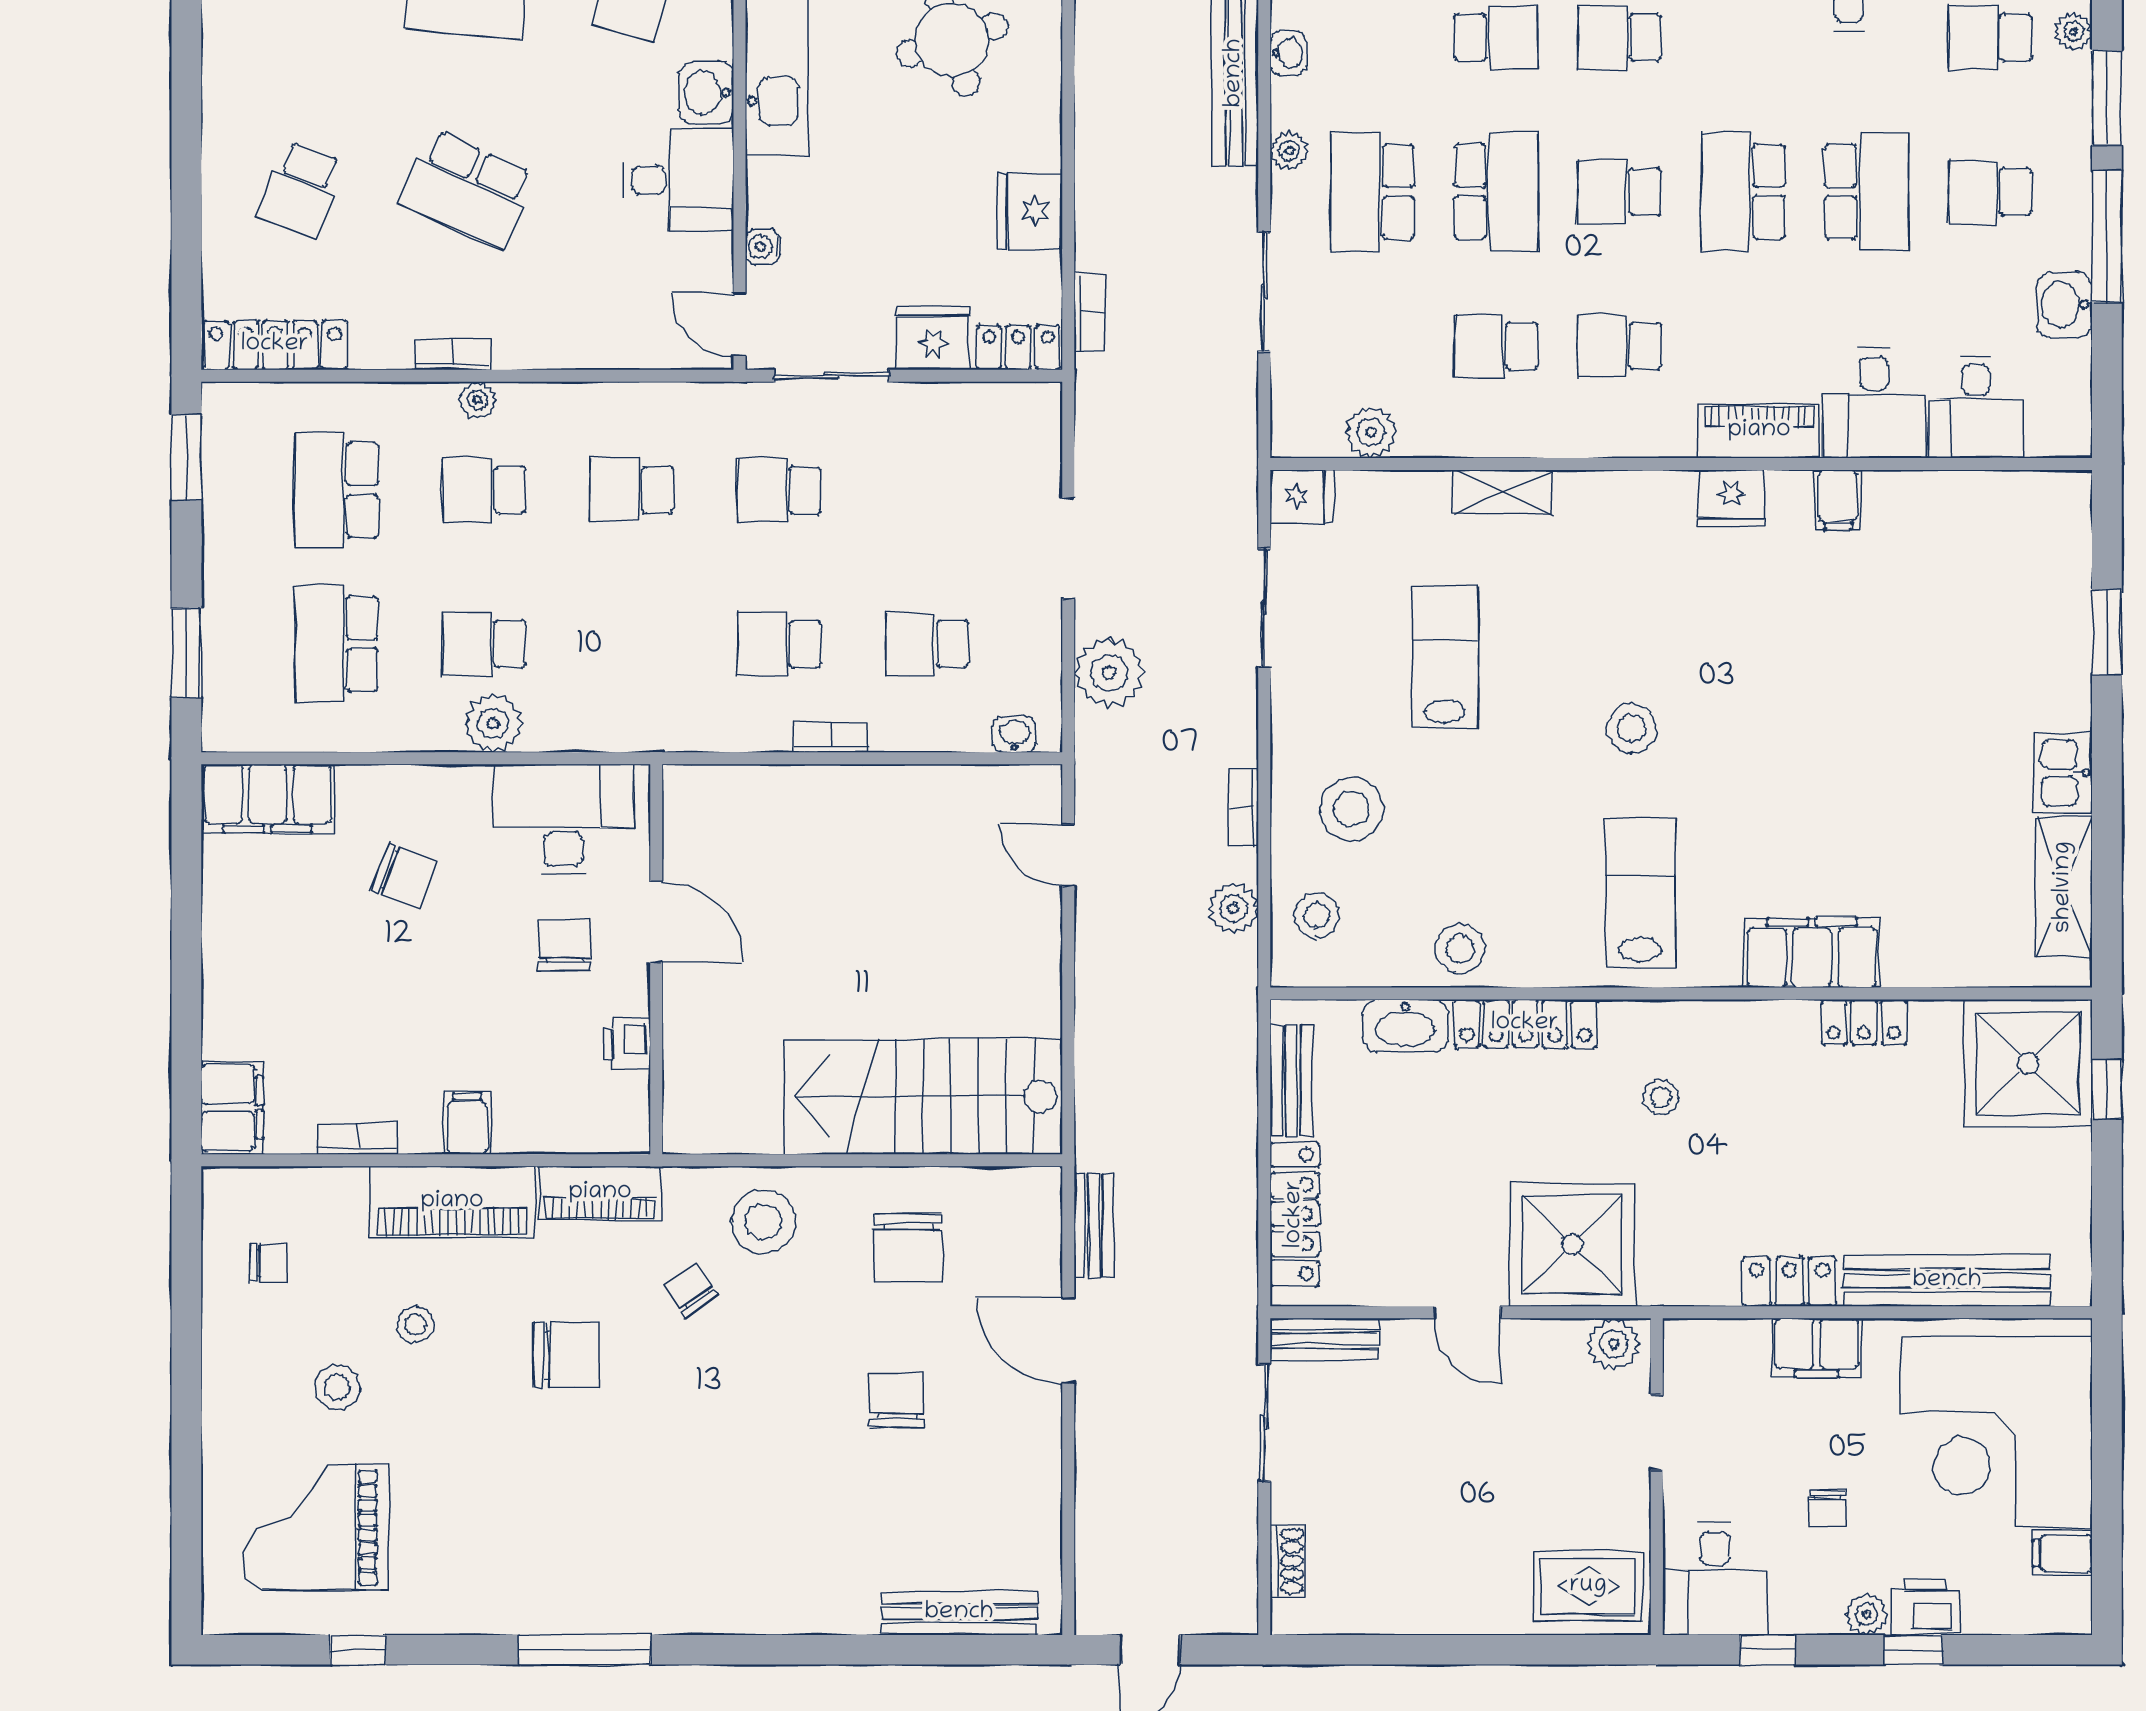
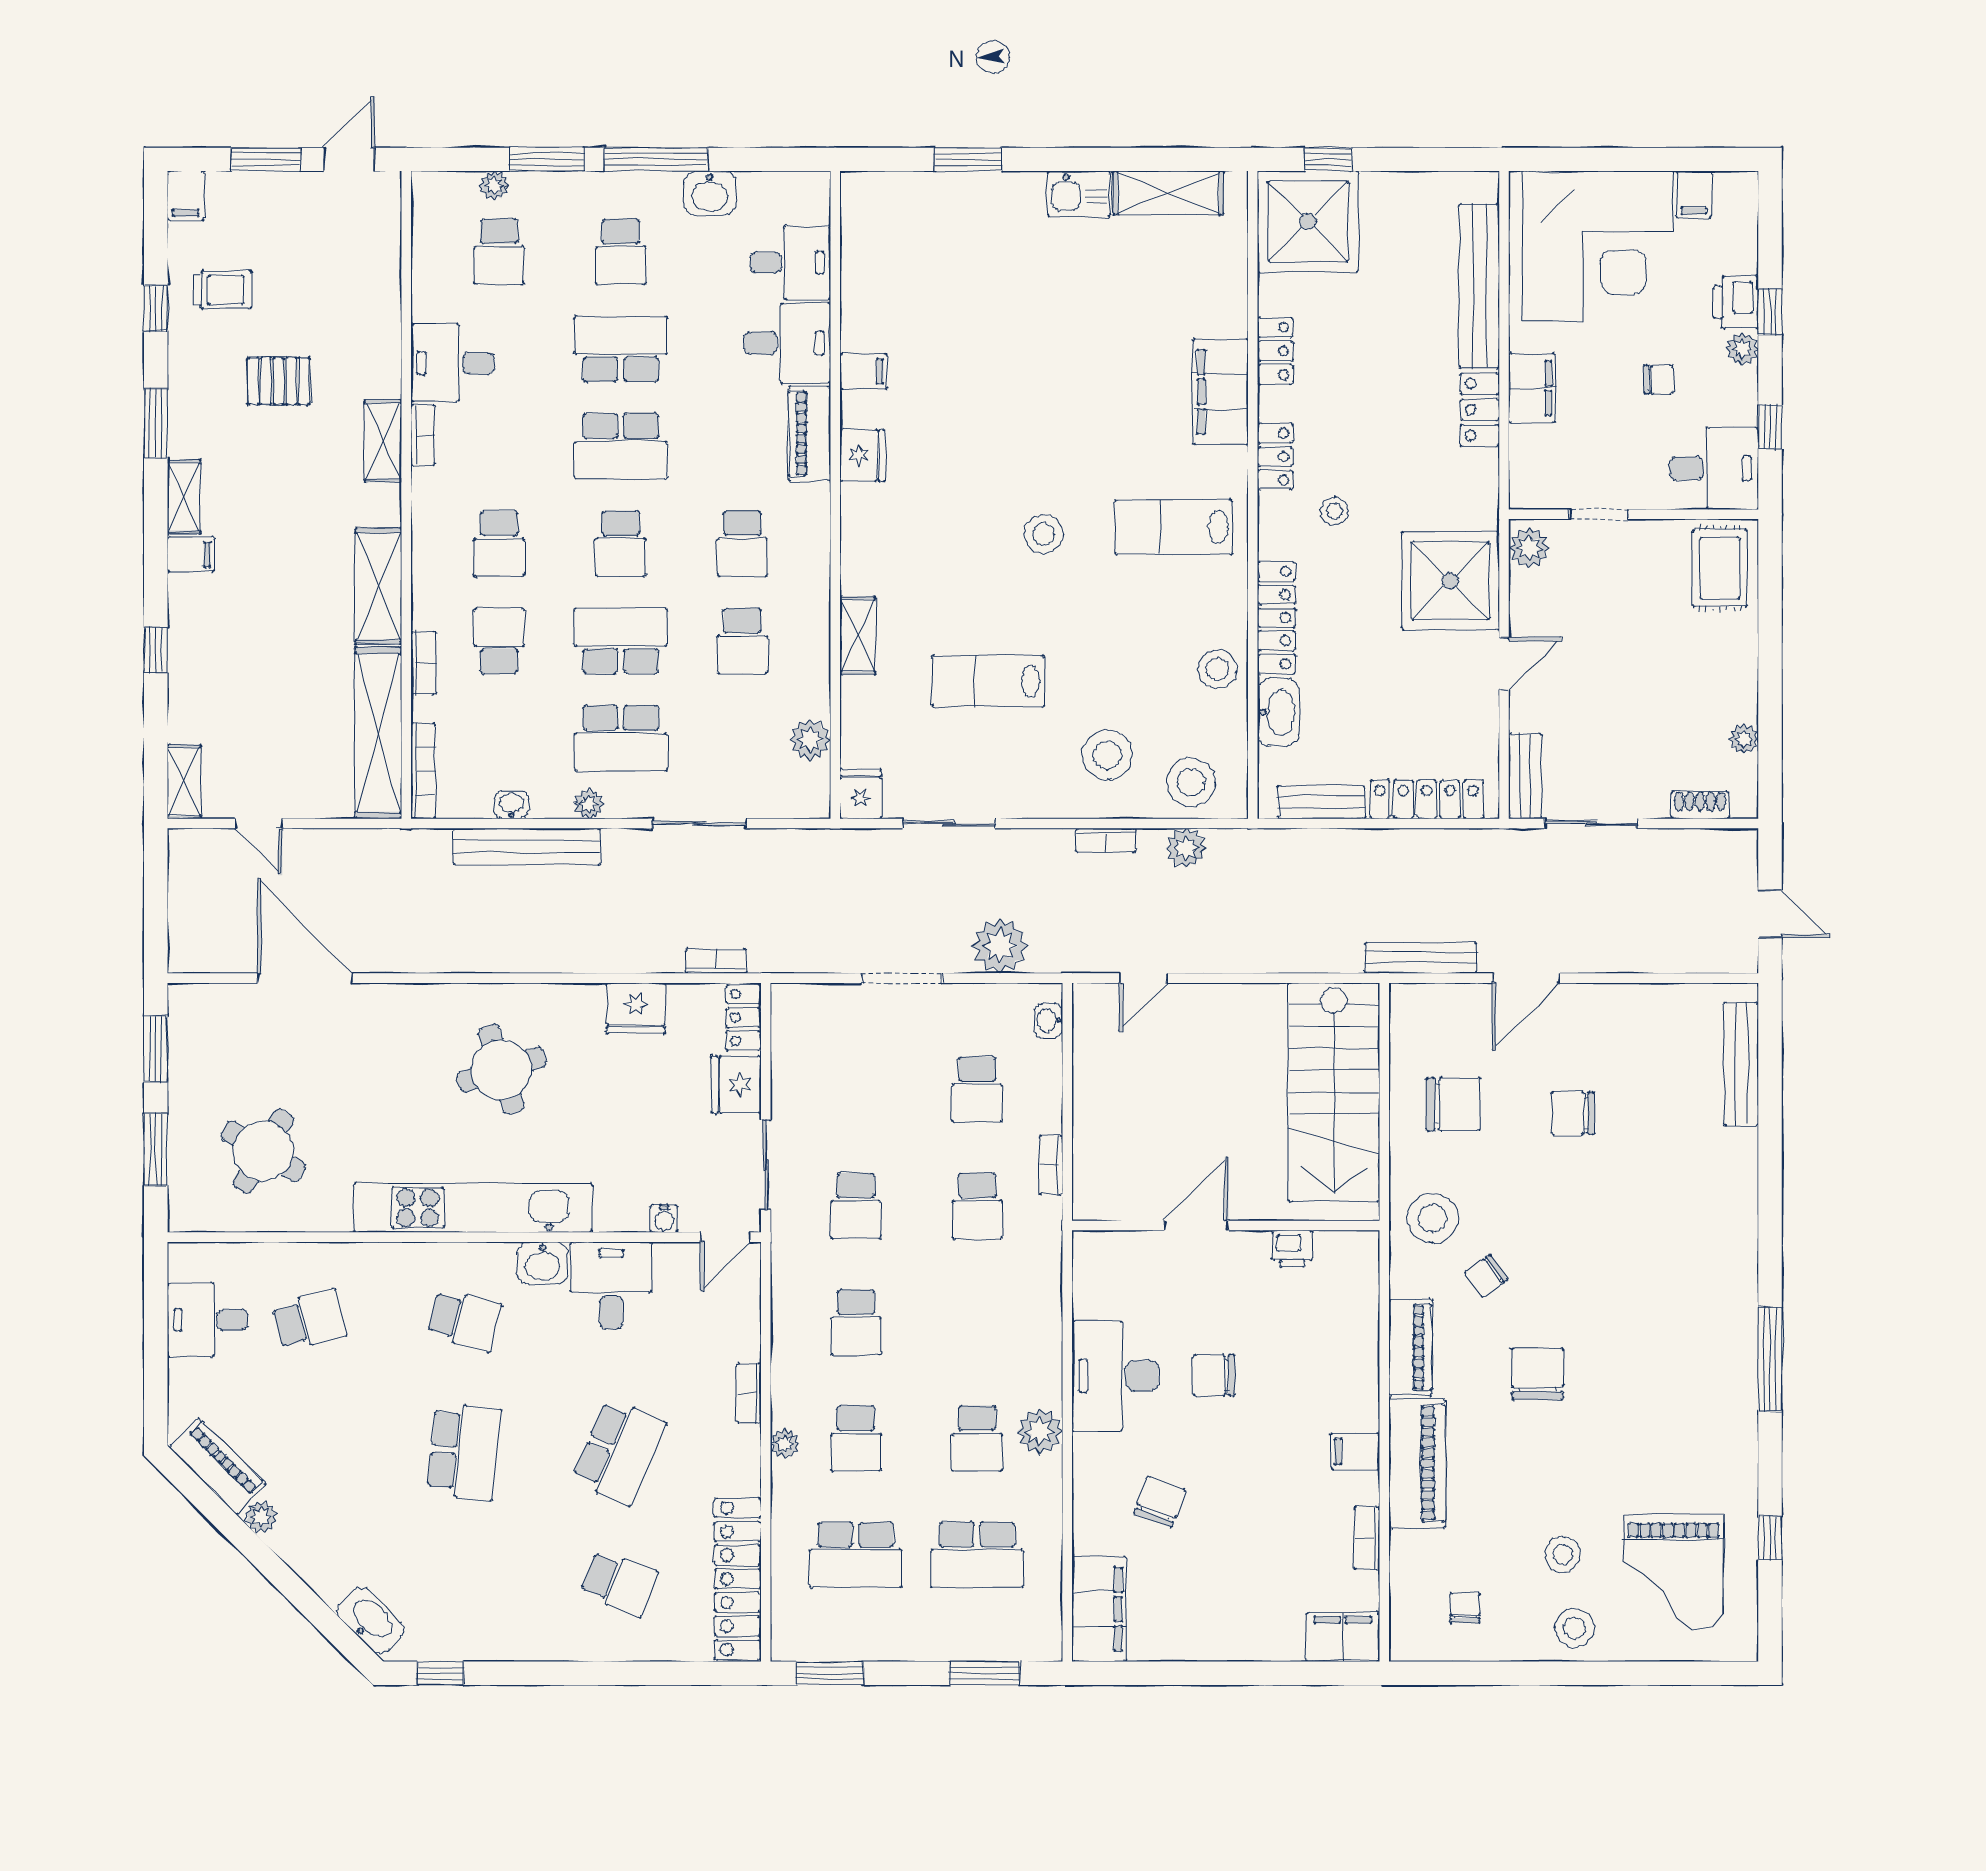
locker: (275, 345) -> (738, 1579), width x1.41, depth x1.21
bookcase: (453, 355) -> (749, 1393), moved
stool: (1317, 915) -> (1191, 782), width x1.38, depth x1.38
door: (656, 922) -> (1196, 1226), moved
wall: (656, 959) -> (1226, 1226), moved
locker: (1730, 1022) -> (1275, 457), added
printer: (627, 1044) -> (1292, 1249), moved
bench: (1094, 1226) -> (1421, 958), width x1.36
stool: (415, 1324) -> (1574, 1628), moved, width x1.37, depth x1.37
plant: (1372, 1616) -> (1744, 739), added

